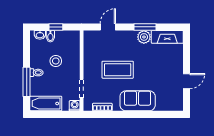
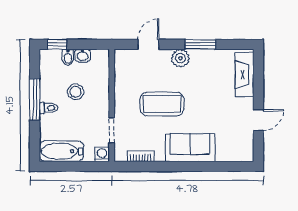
window: (56, 27) -> (57, 44), moved
washbasin: (40, 35) -> (83, 55), moved
plant: (144, 37) -> (180, 58), moved
fireplace: (167, 37) -> (245, 75), moved, turned 90
window: (27, 82) -> (35, 99), moved

